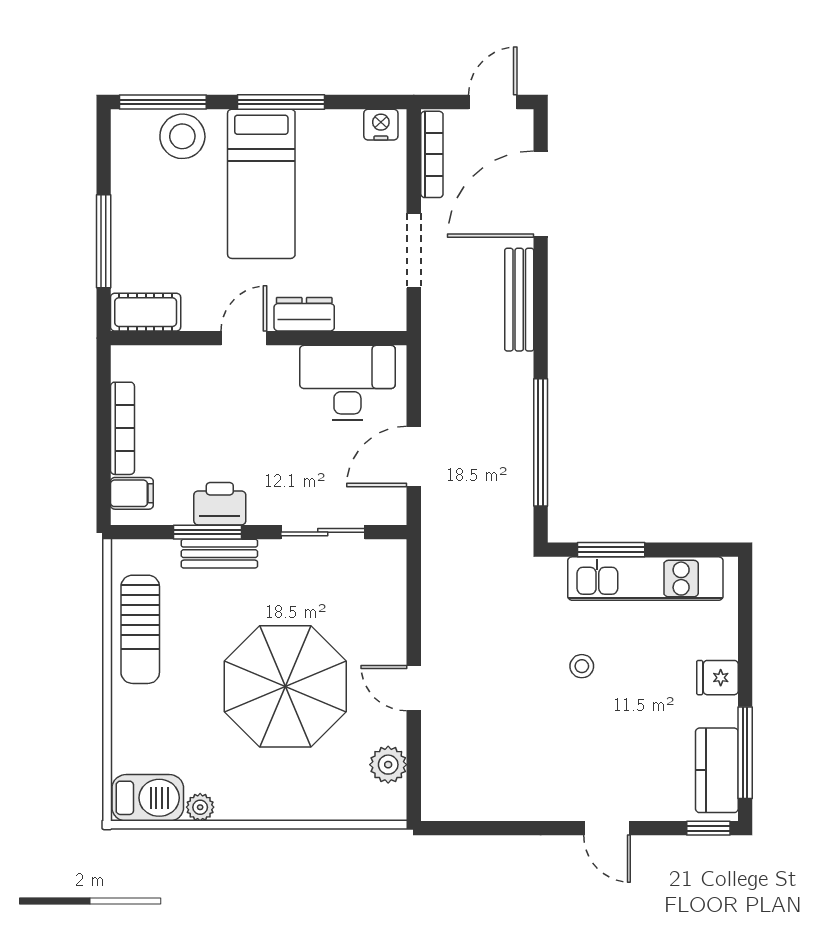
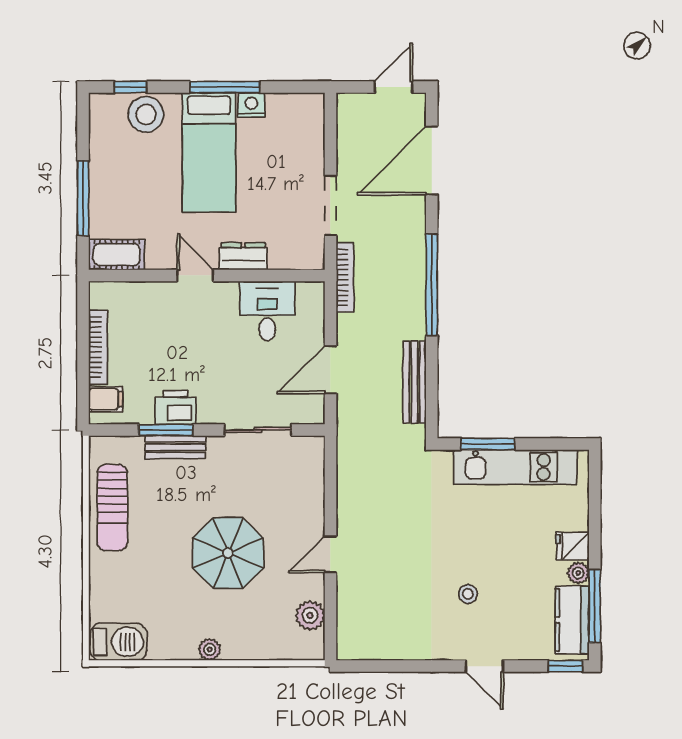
window: (163, 102) -> (130, 87), width x0.46
nightstand: (381, 125) -> (251, 105), moved
bookcase: (432, 154) -> (345, 277), moved
bench: (519, 300) -> (415, 382), moved
door: (244, 338) -> (195, 275), hinge flipped
desk: (347, 383) -> (267, 311), width x0.73
window: (541, 442) -> (432, 285), moved
stool: (582, 666) -> (468, 594), moved
parasol: (285, 686) -> (228, 553), width x0.73, depth x0.73
door: (414, 688) -> (330, 554), hinge flipped
plant: (724, 711) -> (578, 573), added
plant: (200, 807) -> (210, 649), moved

